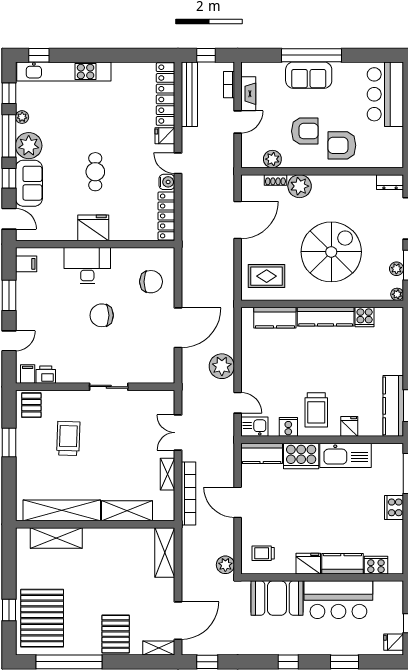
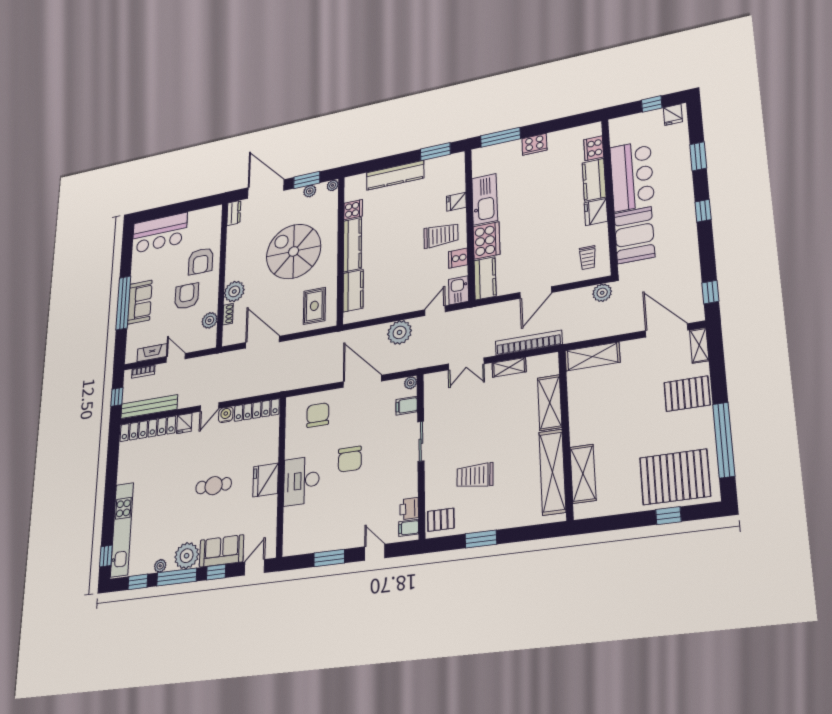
filing cabinet: (26, 264) -> (407, 406), moved, turned -90
plant: (168, 377) -> (411, 383), added
kitchen counter: (393, 406) -> (395, 175), moved

